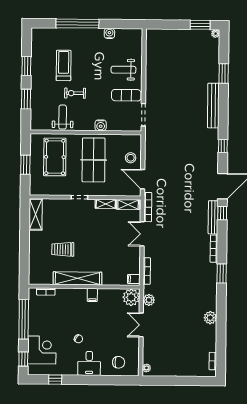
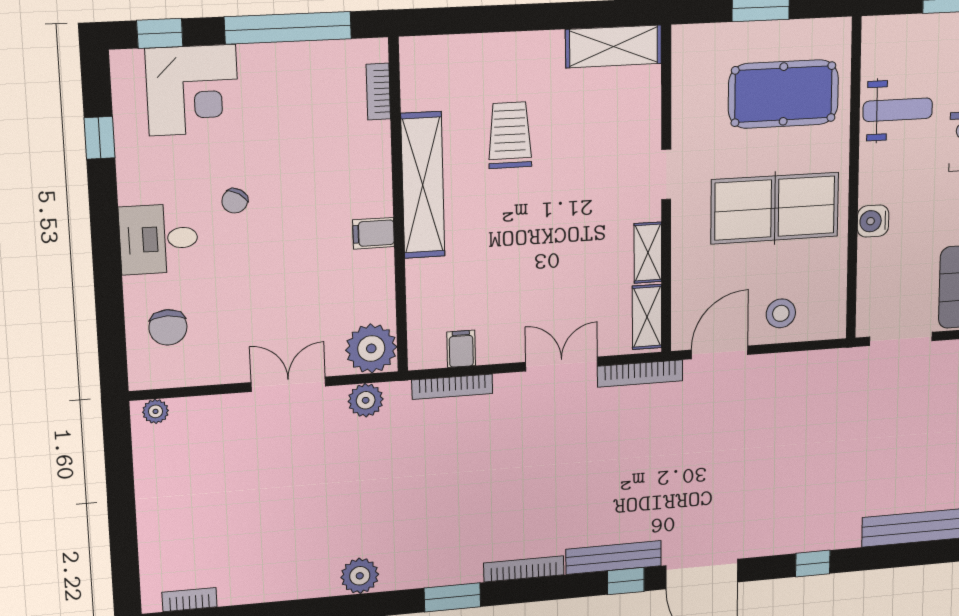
filing cabinet: (134, 279) -> (461, 349), moved
plant: (210, 318) -> (360, 576), moved

